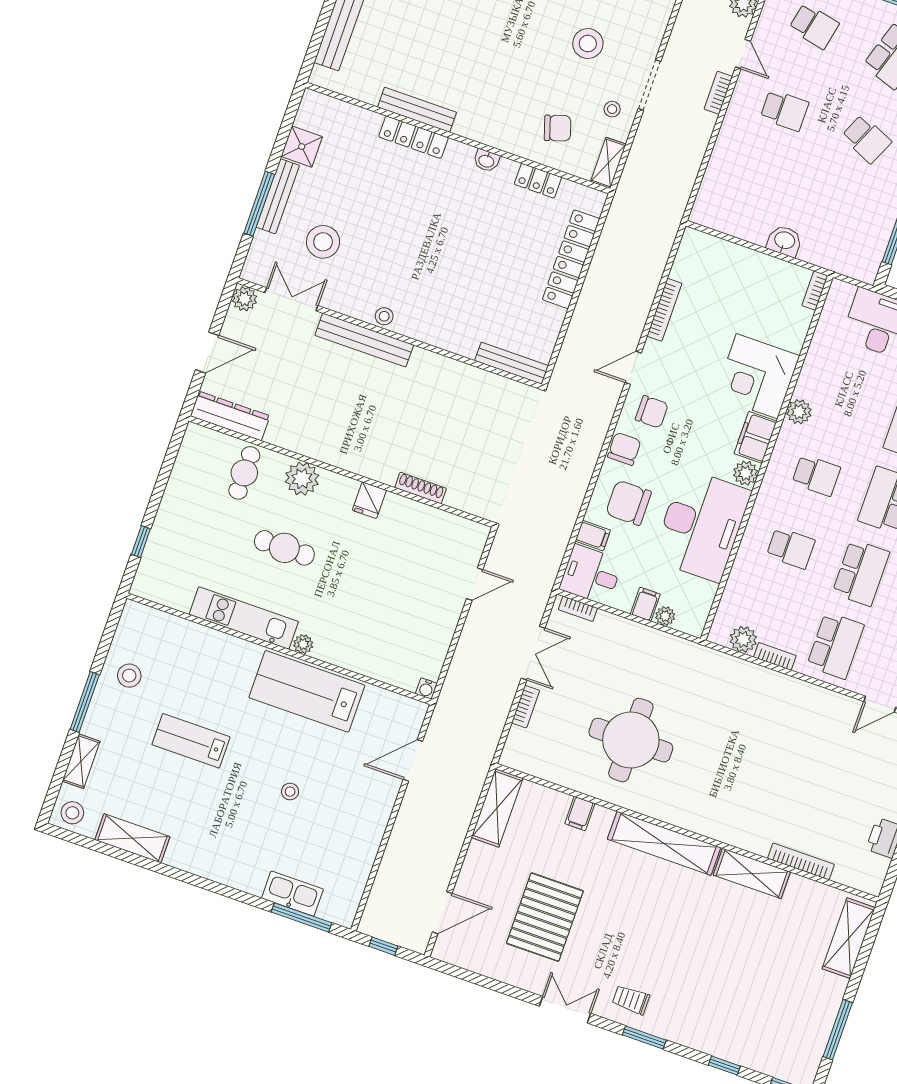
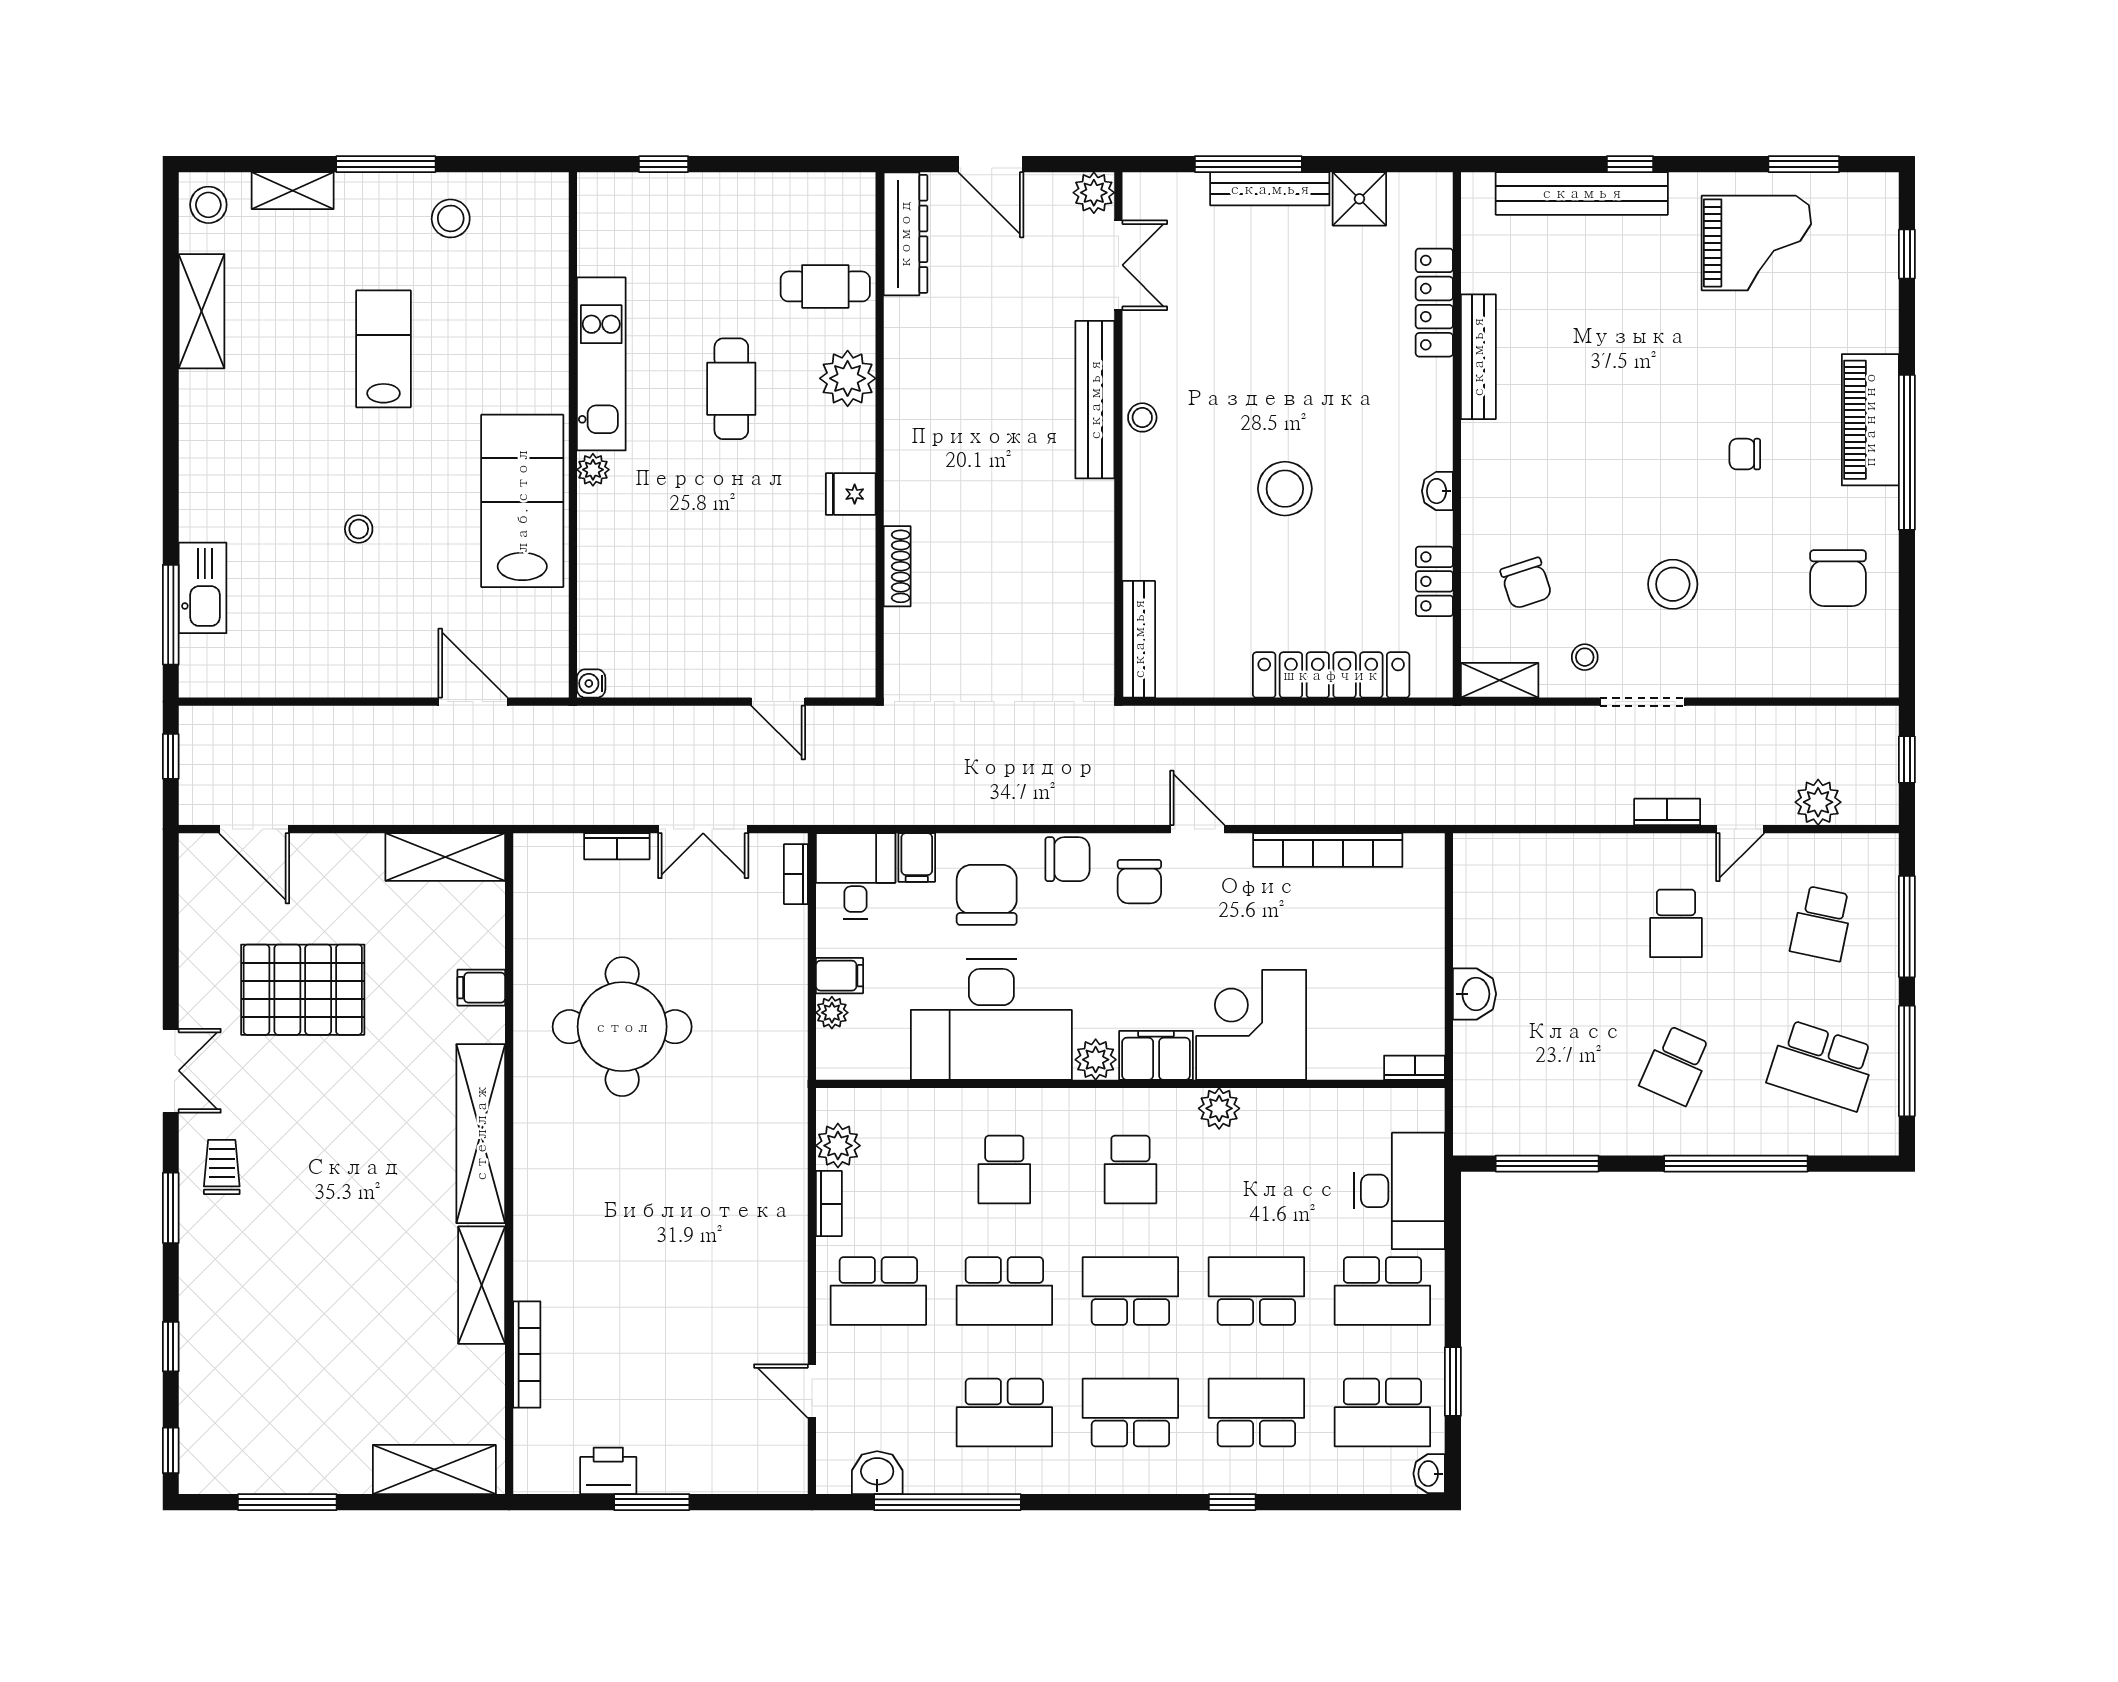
locker: (413, 137) -> (1434, 303), moved
stool: (323, 242) -> (1285, 489), moved
bookcase: (664, 310) -> (1328, 850), width x1.48, depth x1.31

